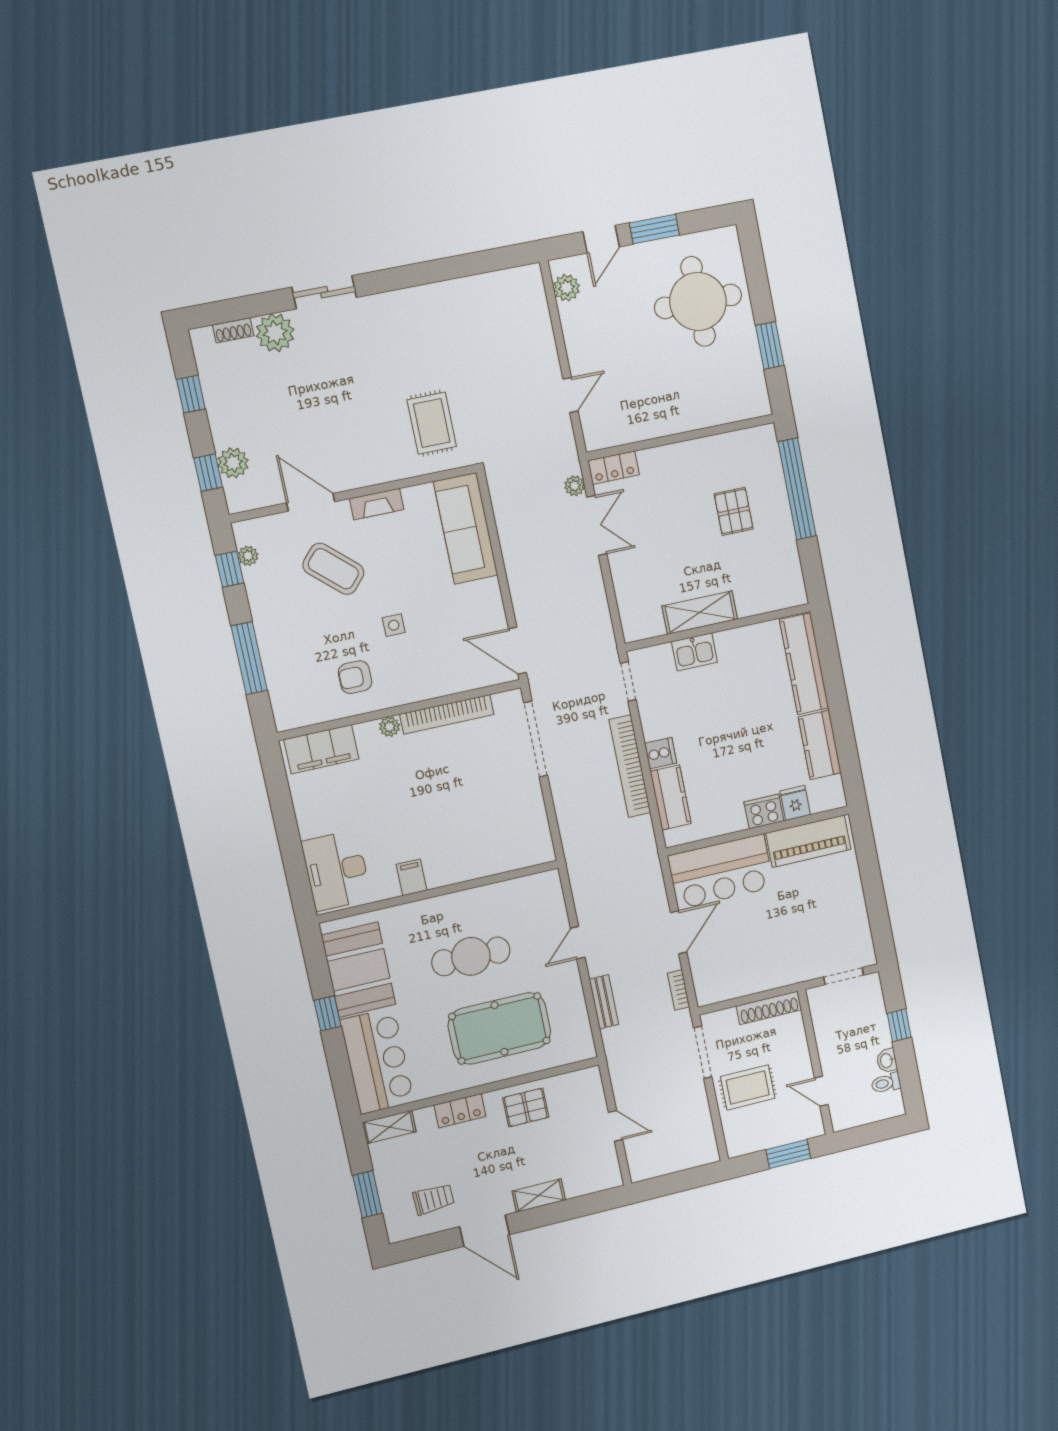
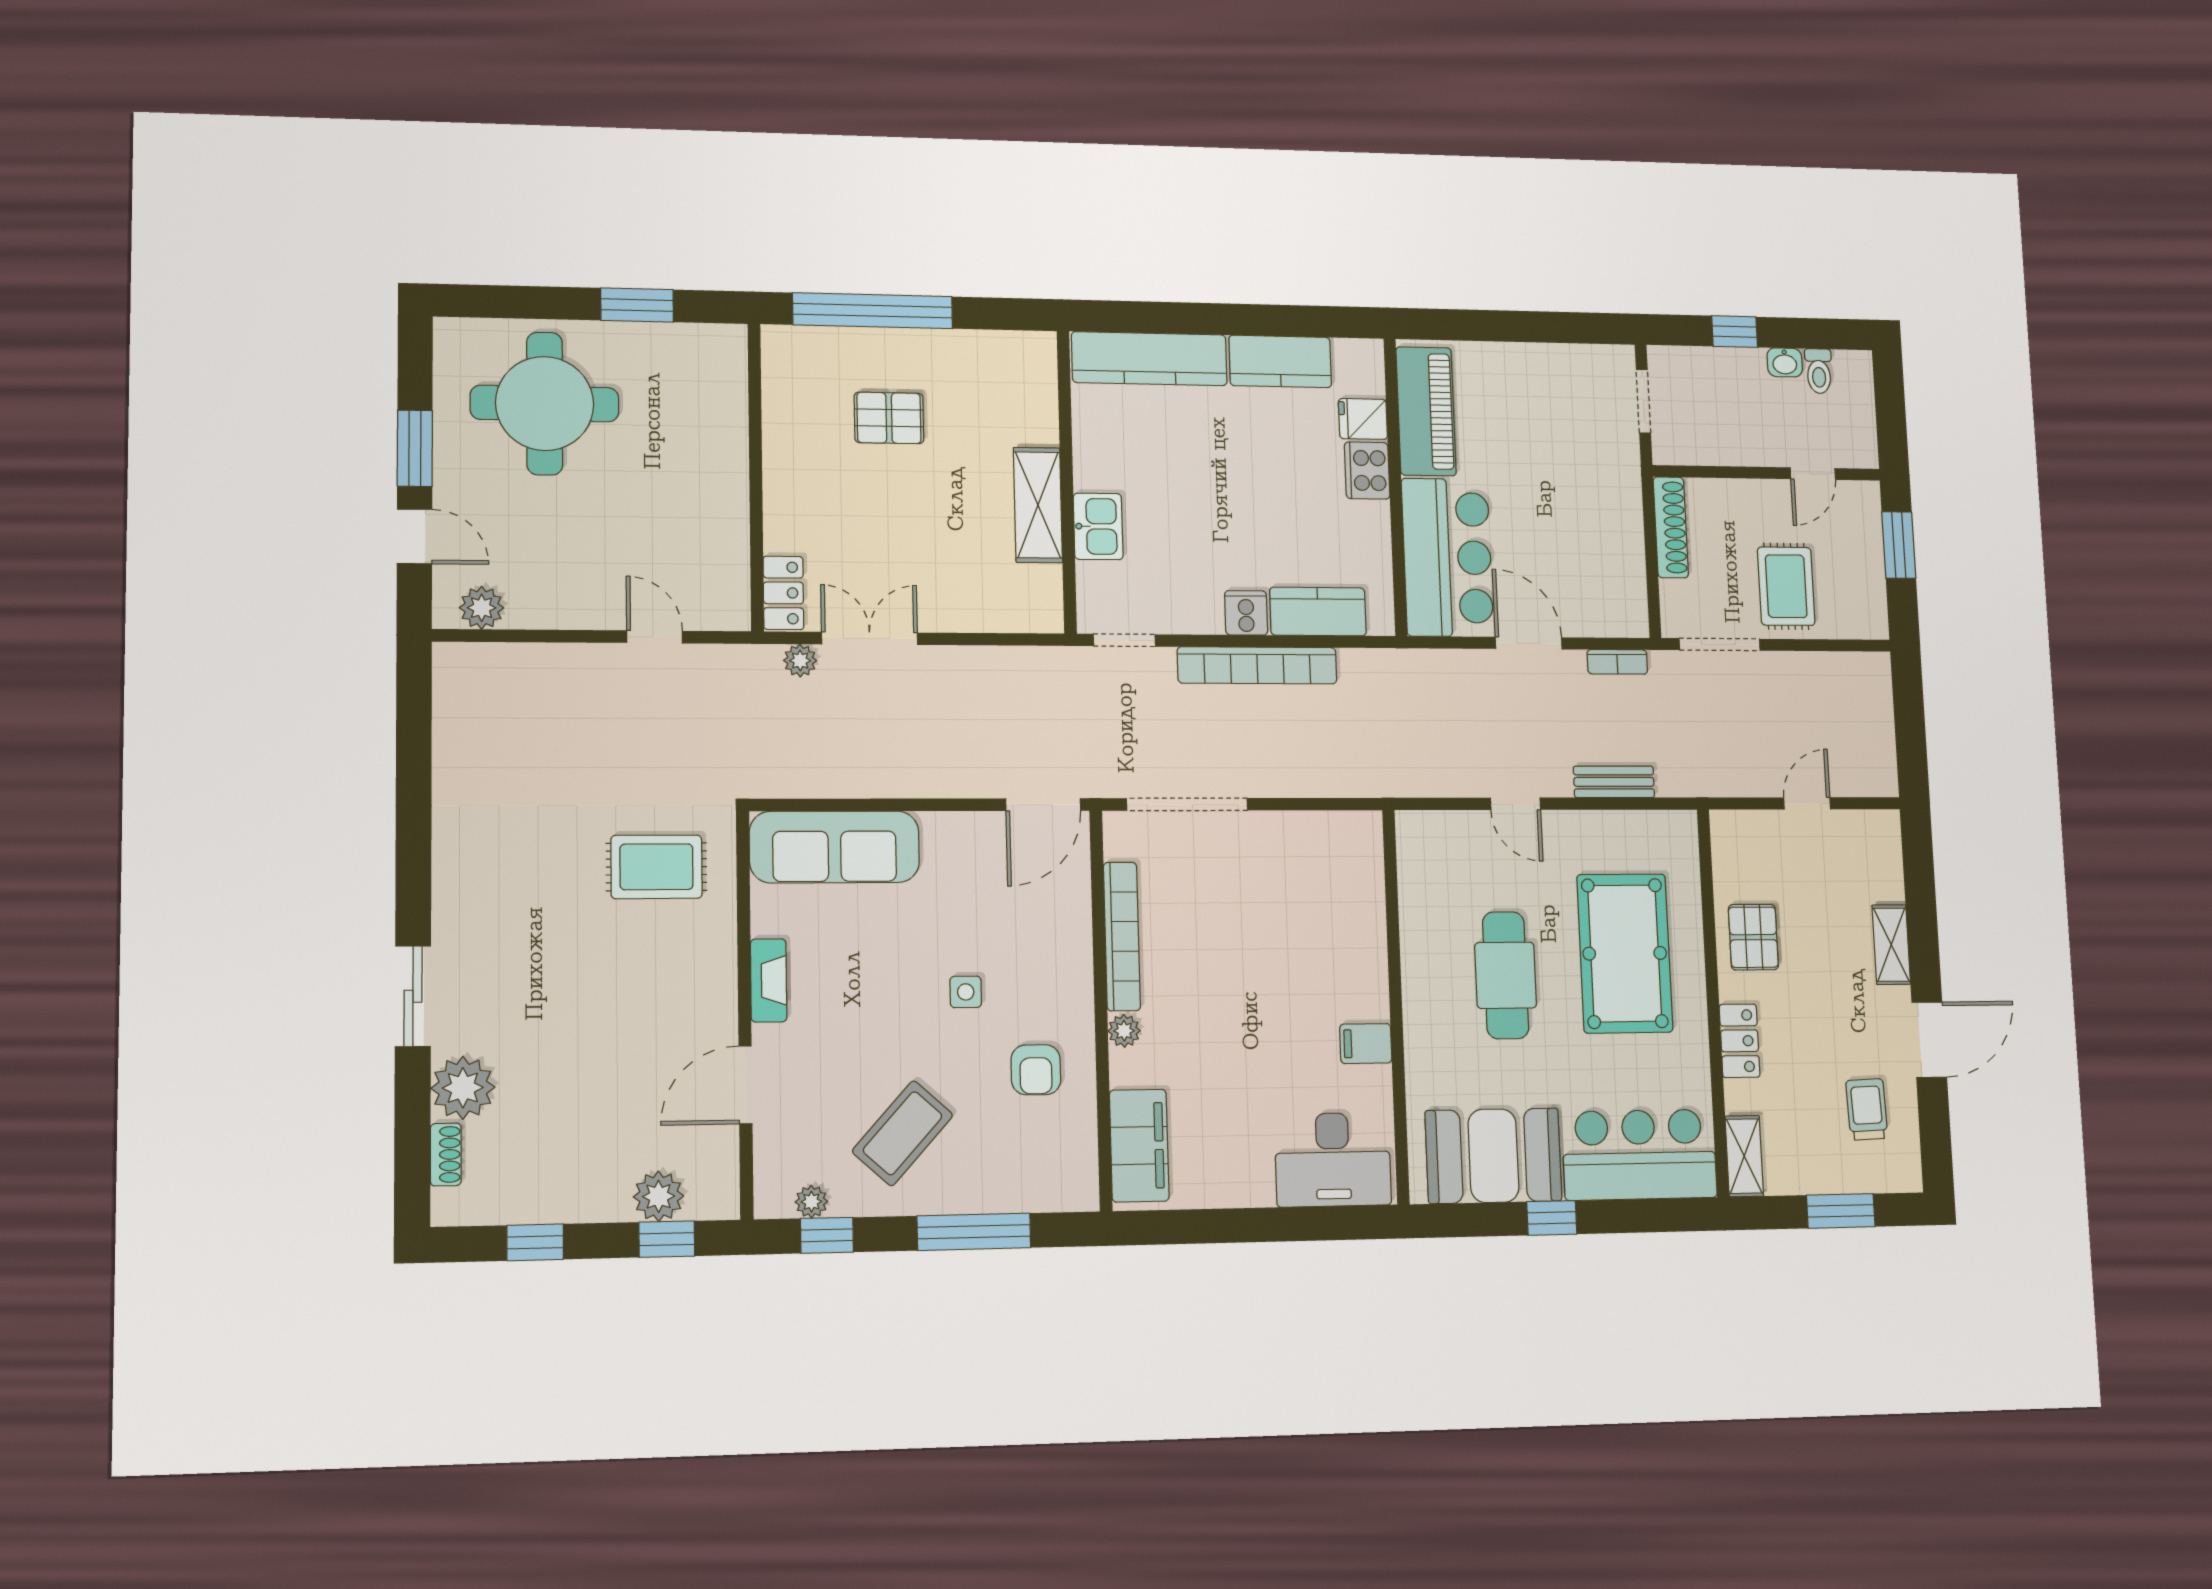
coffee table: (333, 569) -> (903, 1133), moved

